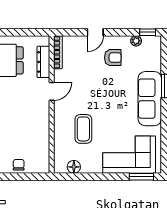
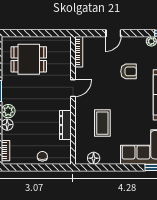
armchair: (113, 58) -> (129, 71), moved
dresser: (43, 62) -> (65, 125), moved

